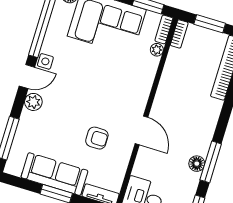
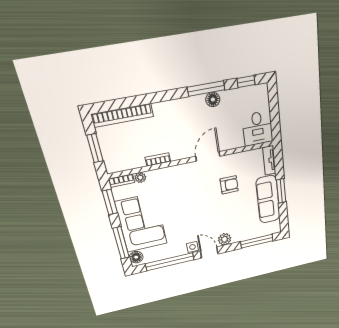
bookcase: (179, 34) -> (158, 159), moved
armchair: (97, 138) -> (229, 185), turned 90

